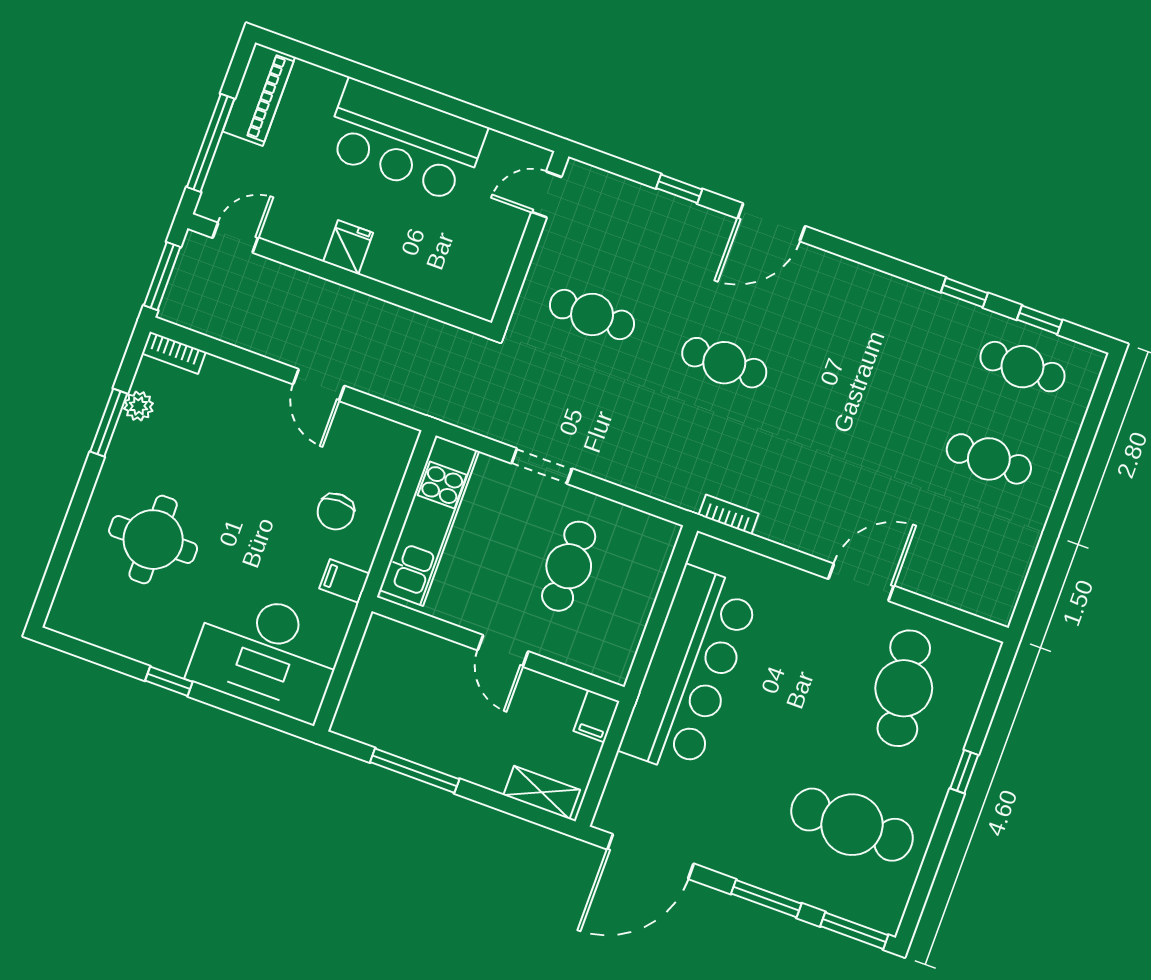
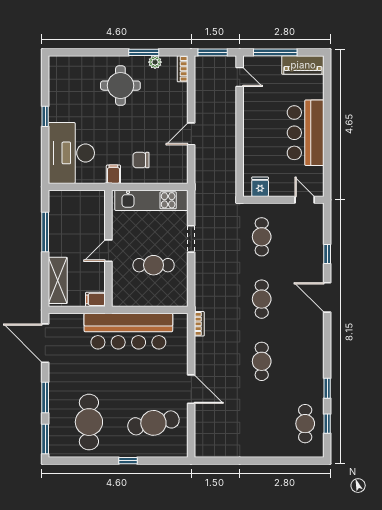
fridge: (348, 247) -> (260, 187), moved, turned -90
cafe table: (989, 459) -> (262, 361), moved
round table: (153, 540) -> (120, 86), moved
shelving: (542, 792) -> (58, 280), width x1.50, depth x1.33

